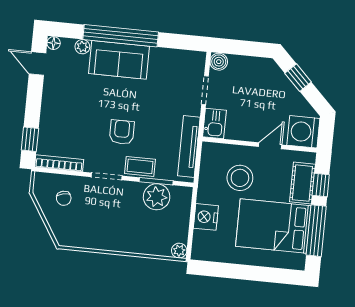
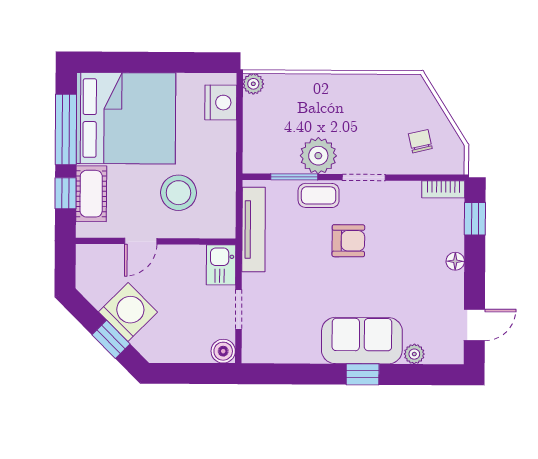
window: (121, 36) -> (363, 374), width x0.32
floor lamp: (54, 43) -> (455, 261), moved
door: (37, 63) -> (474, 325), hinge flipped
armchair: (122, 132) -> (348, 241), turned -90
washing machine: (303, 132) -> (128, 312), moved, turned -45
bookcase: (59, 163) -> (443, 189), width x0.64
plant: (157, 197) -> (318, 156), moved
nightstand: (206, 217) -> (221, 103), moved
bed: (273, 226) -> (126, 118), width x1.36

